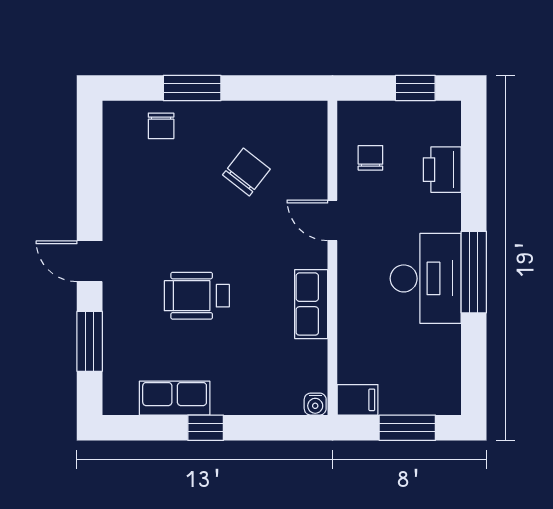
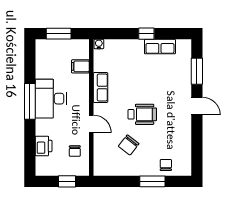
window: (415, 88) -> (67, 181), moved
wheelchair: (197, 296) -> (142, 114), moved
filing cabinet: (358, 400) -> (80, 66), moved

